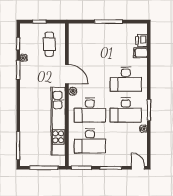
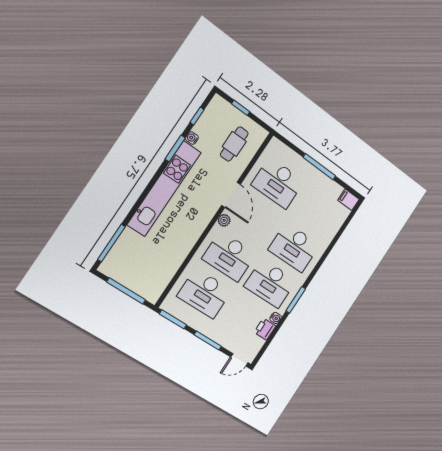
printer: (141, 41) -> (265, 329), moved
desk: (90, 48) -> (278, 183), added
filing cabinet: (140, 53) -> (348, 200), moved
kitchen unit: (58, 121) -> (164, 189), moved, turned 180
door: (138, 168) -> (239, 360), swing flipped

